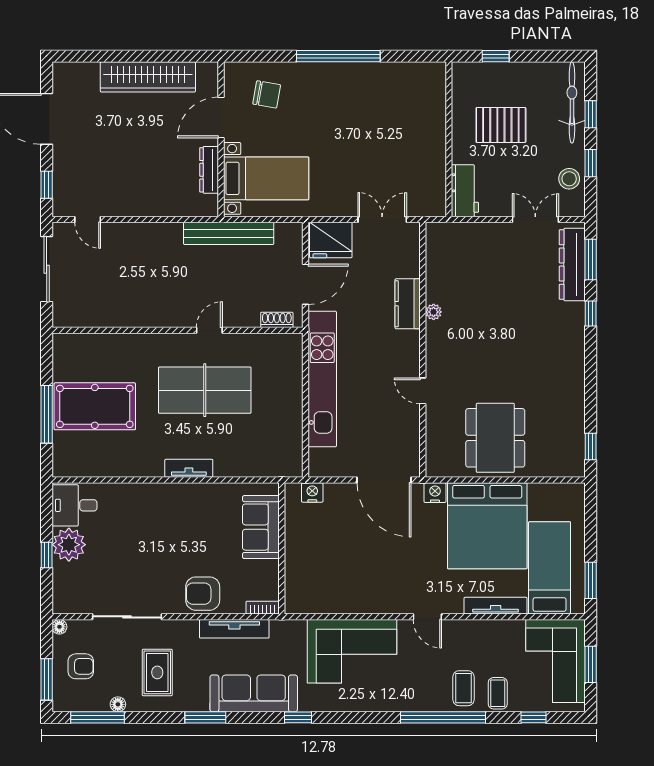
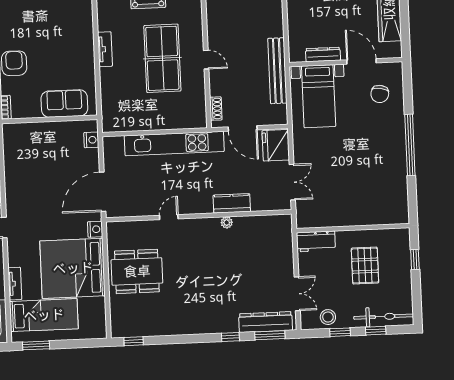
tv unit: (496, 606) -> (15, 284), width x0.71

